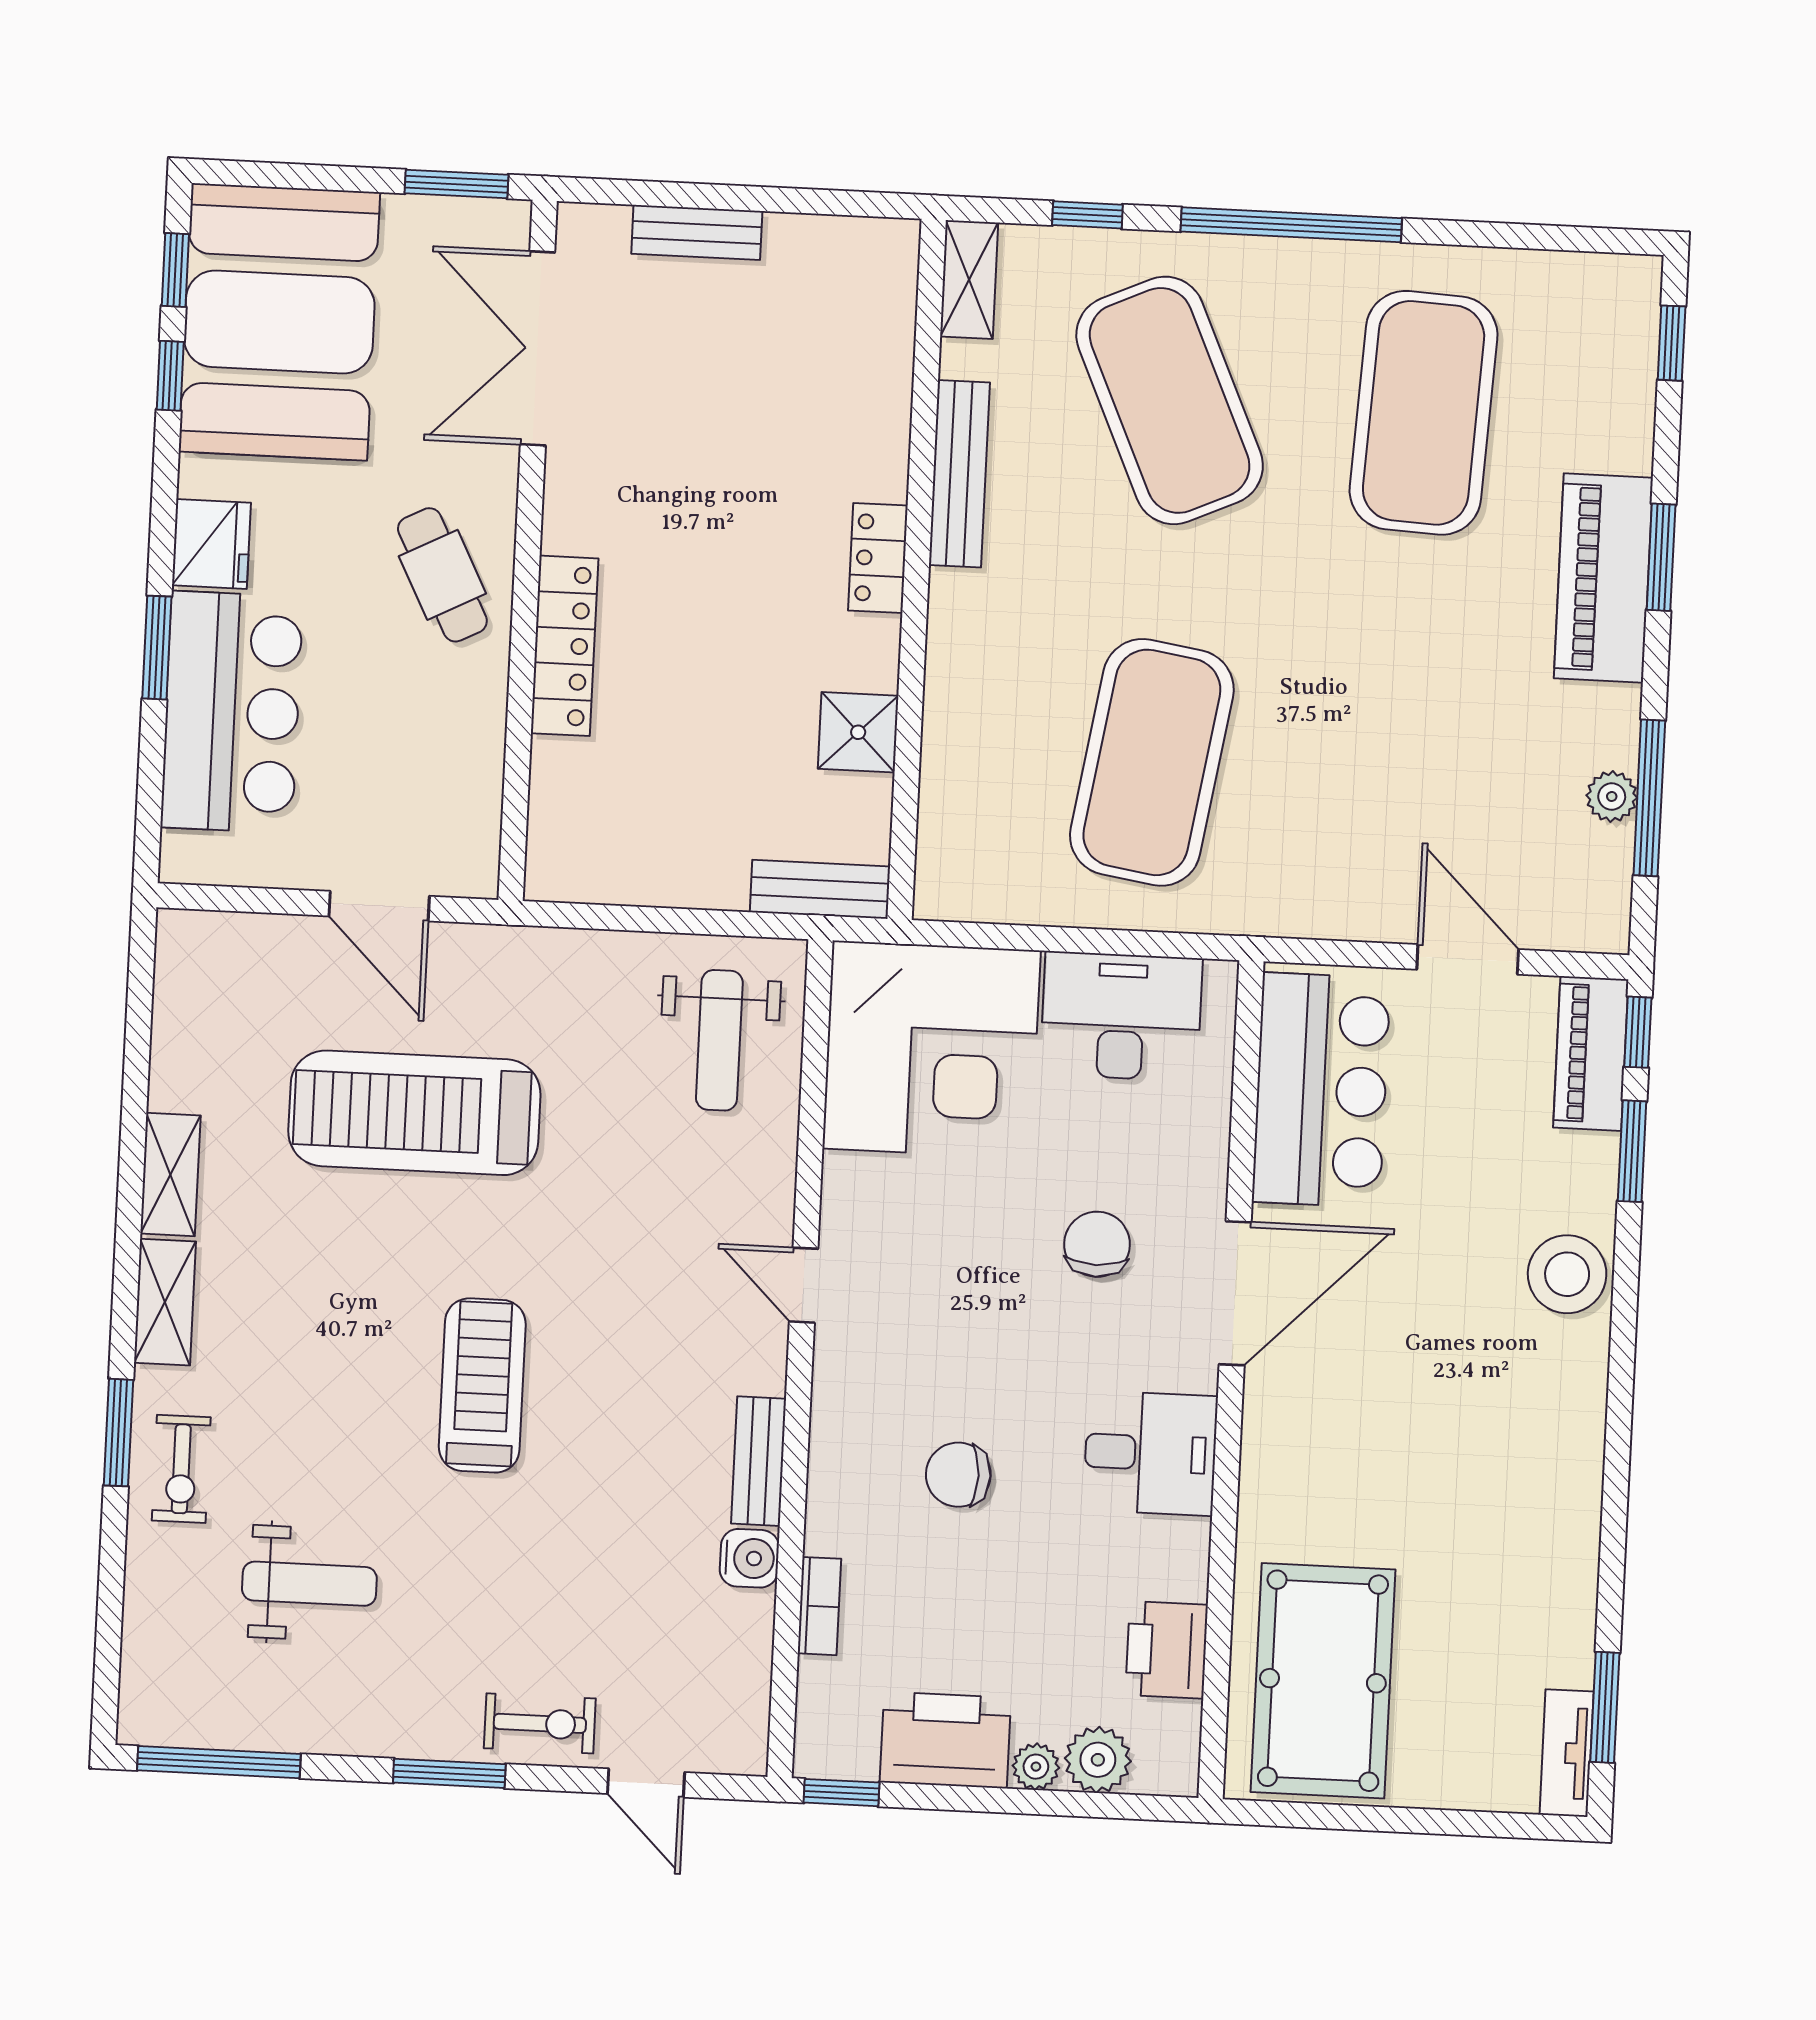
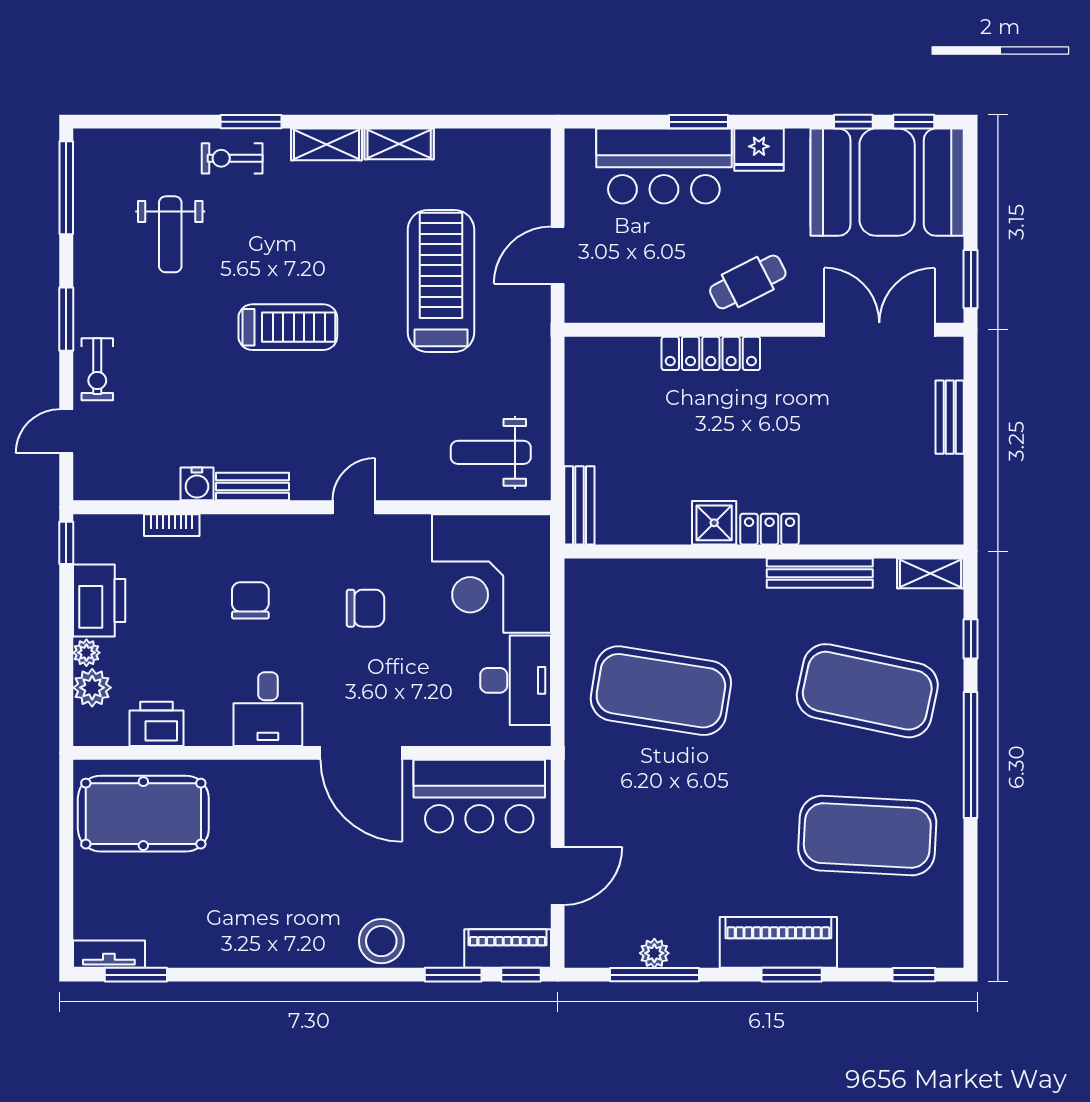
exercise mat: (1170, 400) -> (867, 691), turned 36
shower: (858, 732) -> (714, 523), moved
chair: (1097, 1244) -> (365, 608), moved

